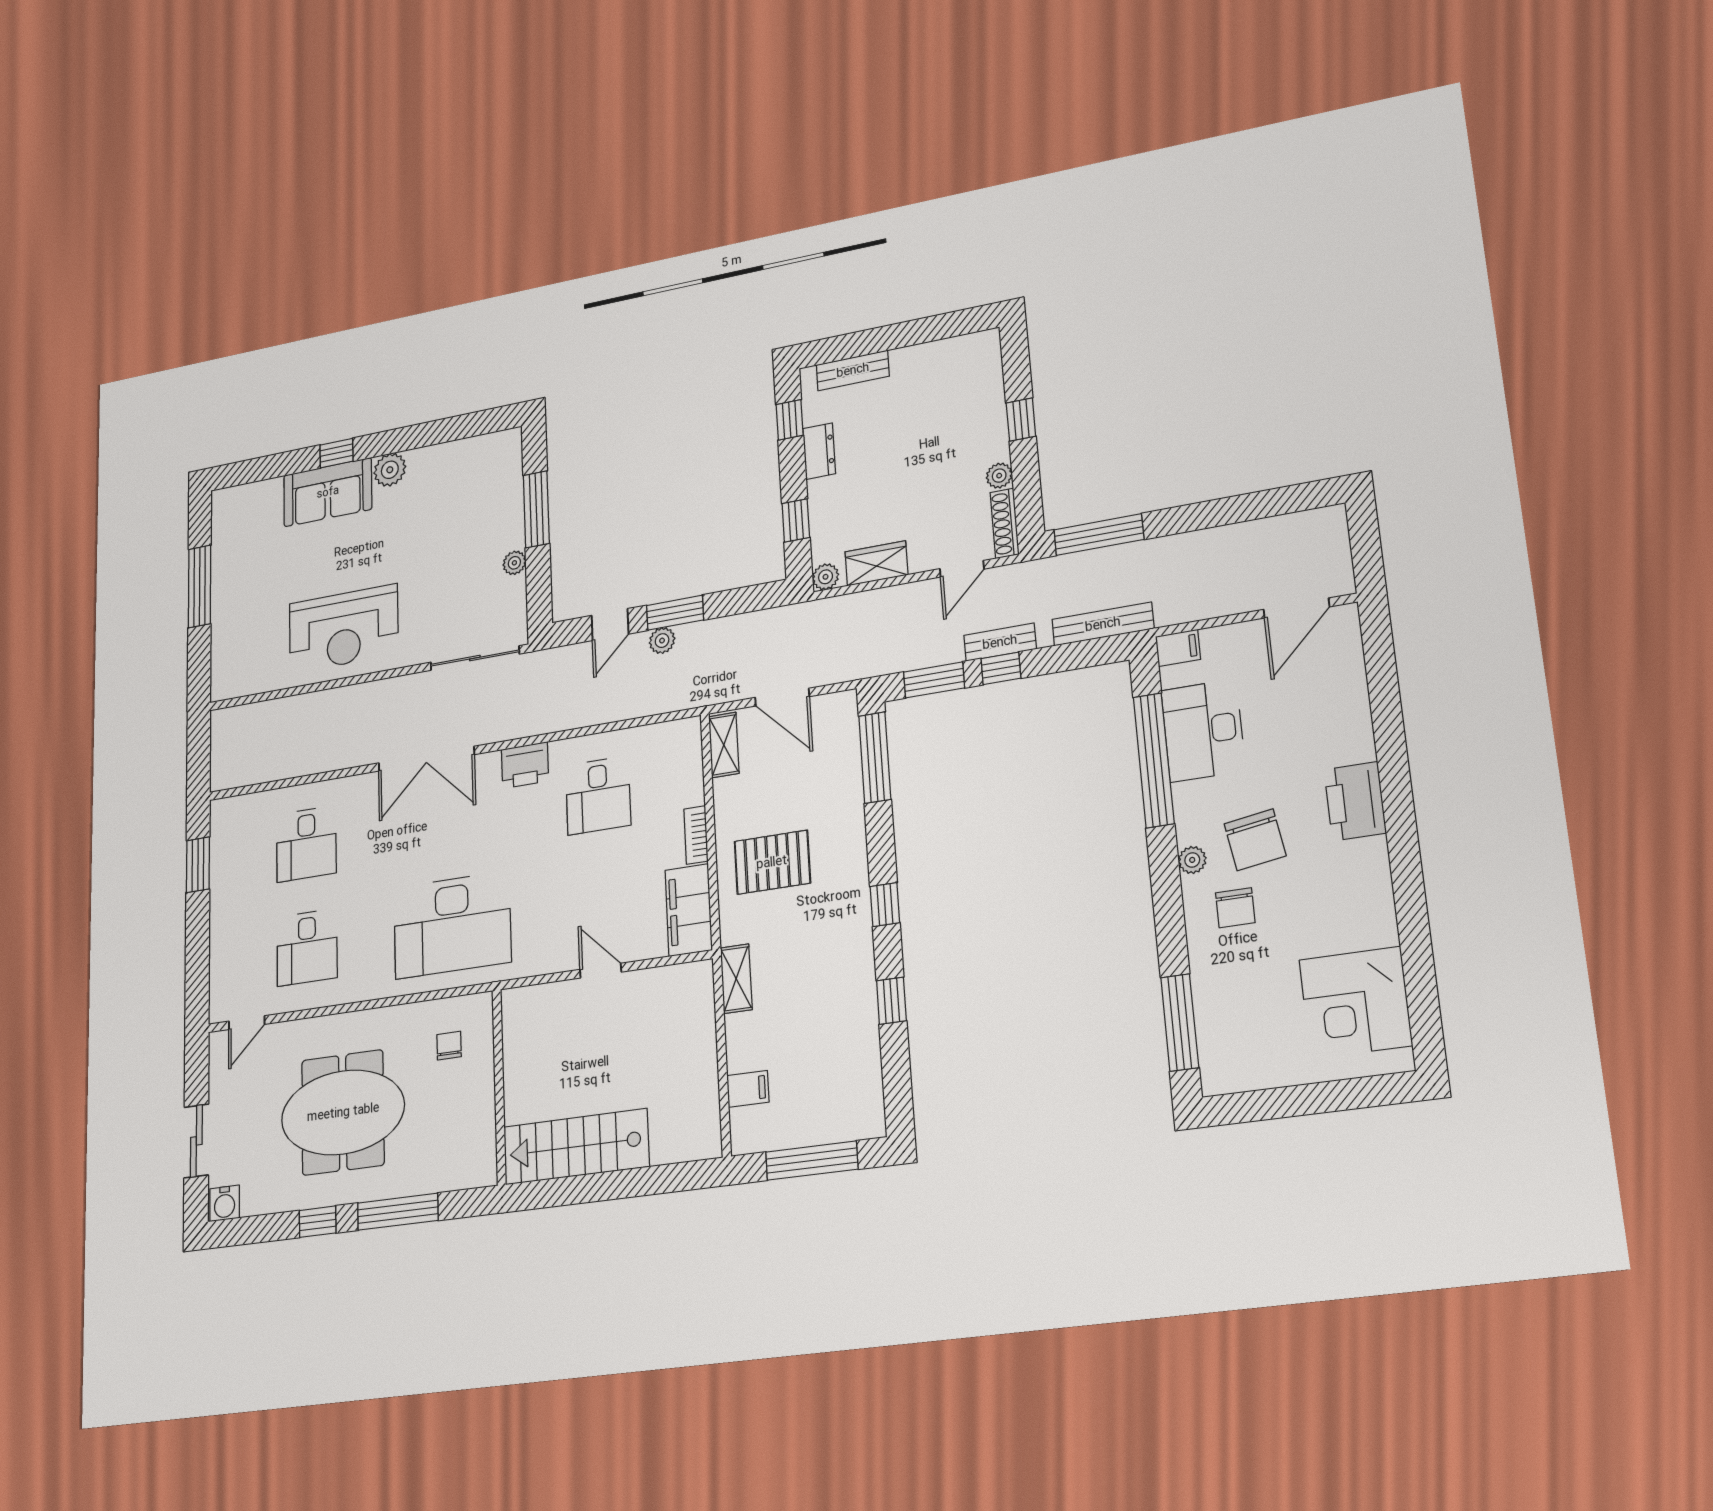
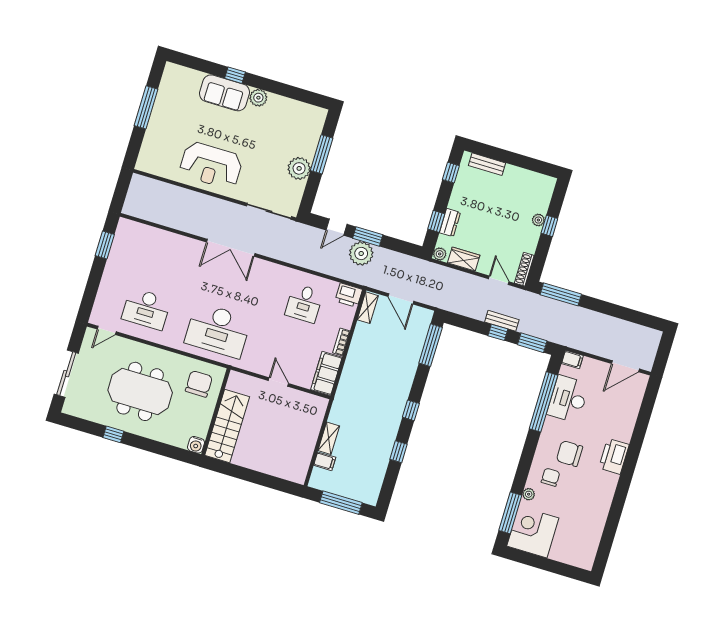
dresser: (819, 451) -> (450, 223), moved
plant: (999, 476) -> (538, 220), moved
plant: (514, 563) -> (299, 168), width x1.88, depth x1.88
door: (962, 569) -> (499, 280), swing flipped
bench: (1103, 624) -> (547, 334), removed
plant: (662, 641) -> (361, 253), width x1.88, depth x1.88
window: (934, 680) -> (532, 343), moved
printer: (525, 765) -> (349, 295), moved
chair: (1255, 840) -> (569, 454), turned 99
desk: (306, 844) -> (161, 260), removed
plant: (1192, 860) -> (529, 494), moved
pallet: (772, 862) -> (370, 370), removed
chair: (1235, 908) -> (550, 477), turned 180
desk: (307, 947) -> (146, 309), width x1.37
shelving: (736, 979) -> (329, 438), moved
corner desk: (1355, 1003) -> (533, 532), moved, turned 90
chair: (449, 1046) -> (199, 384), width x1.87, depth x1.87
sliding door: (196, 1141) -> (66, 374), width x1.37
stairs: (576, 1147) -> (227, 426), moved, turned 90
water cooler: (225, 1203) -> (196, 445), moved
window: (398, 1212) -> (152, 446), removed

